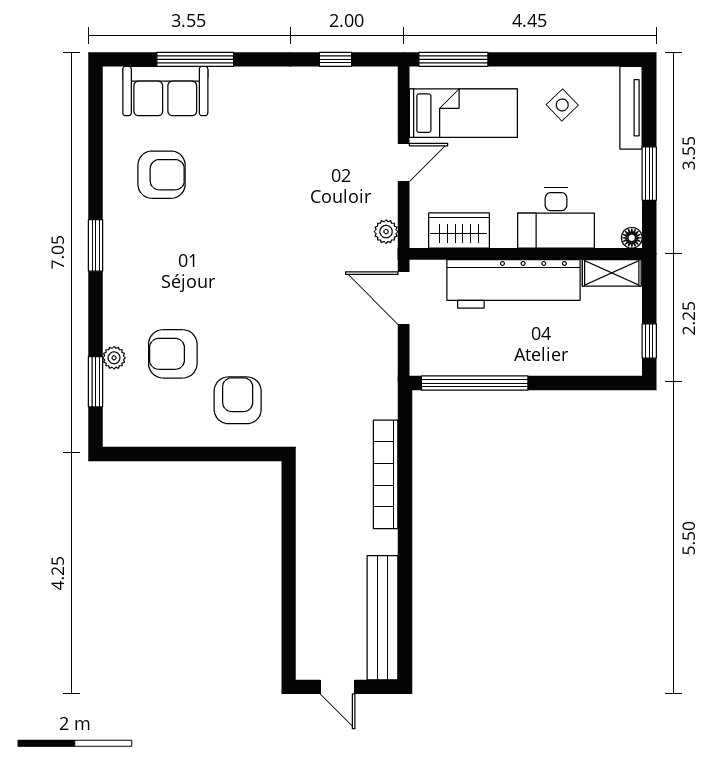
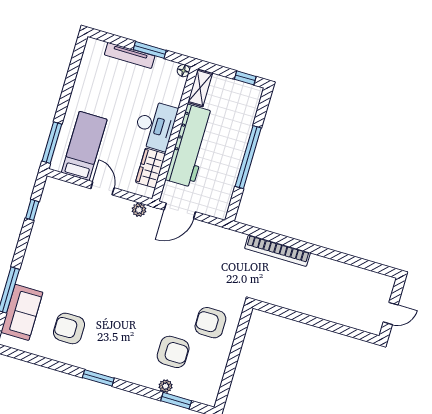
side table: (562, 105) -> (96, 88), removed
tv unit: (631, 108) -> (130, 55), moved
armchair: (162, 175) -> (69, 328), turned -90
desk: (556, 218) -> (155, 125), moved
armchair: (173, 354) -> (173, 352), turned -90
window: (475, 383) -> (248, 157), moved
bench: (383, 618) -> (359, 276), removed

